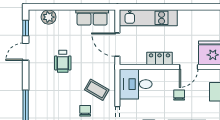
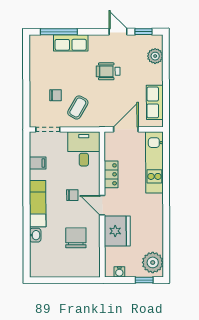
row of seats: (36, 96) -> (71, 43), added

